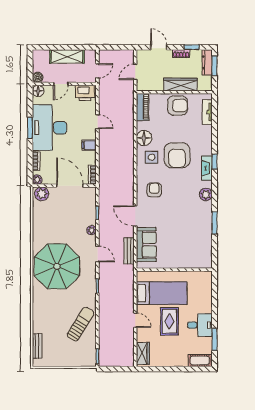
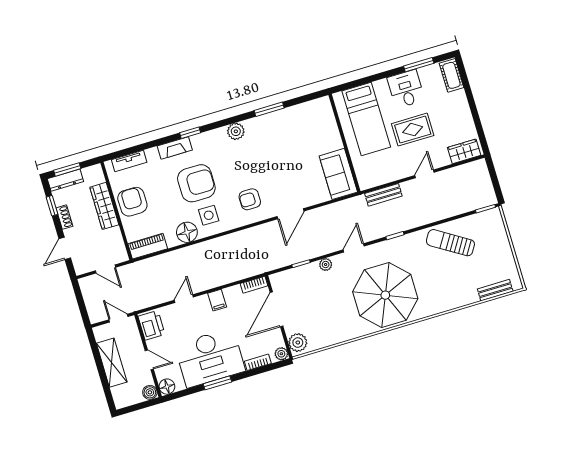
fireplace: (207, 168) -> (175, 148), moved
sofa: (146, 245) -> (338, 174), moved, turned -90
bench: (129, 251) -> (383, 195), moved
bed: (162, 293) -> (366, 119), moved, turned 180

